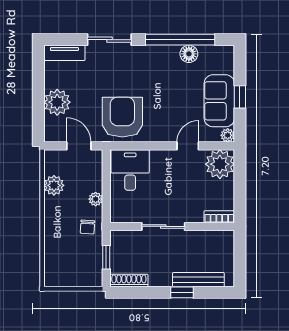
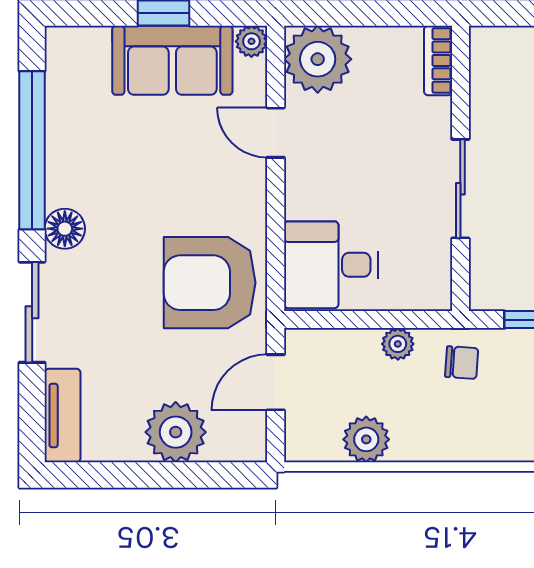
floor lamp: (189, 54) -> (65, 229), moved

